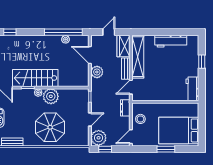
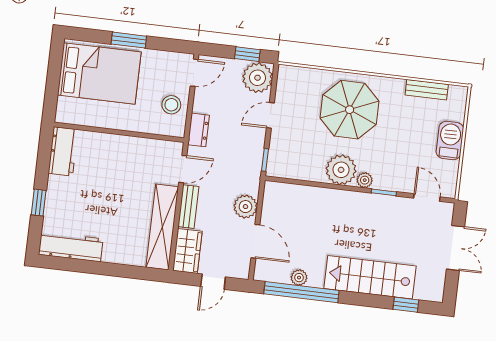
workbench: (171, 41) -> (71, 247), moved
stairs: (35, 78) -> (370, 277), moved, turned 180

